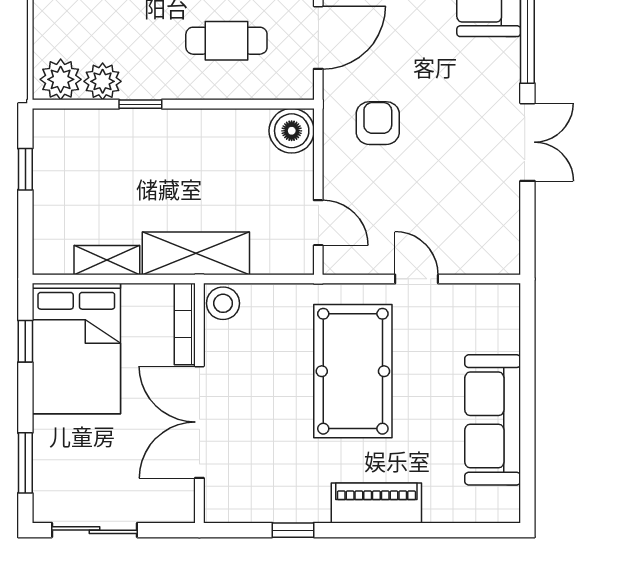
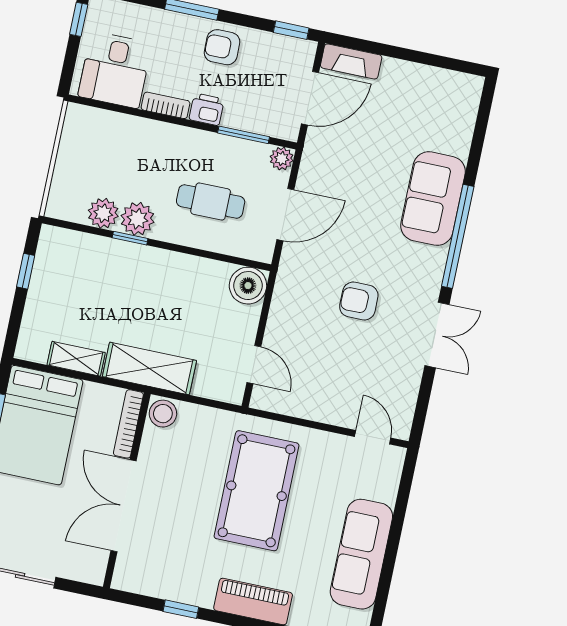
plant: (61, 79) -> (137, 219), moved
armchair: (378, 123) -> (359, 301), moved, turned -90
door: (417, 279) -> (373, 437), moved

